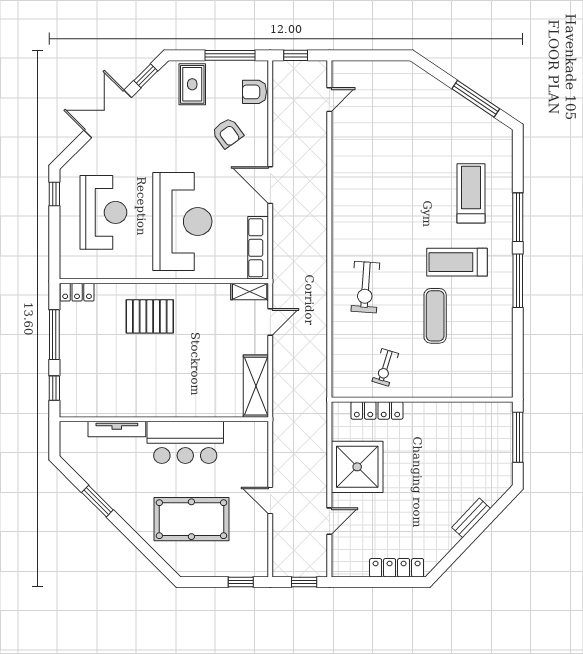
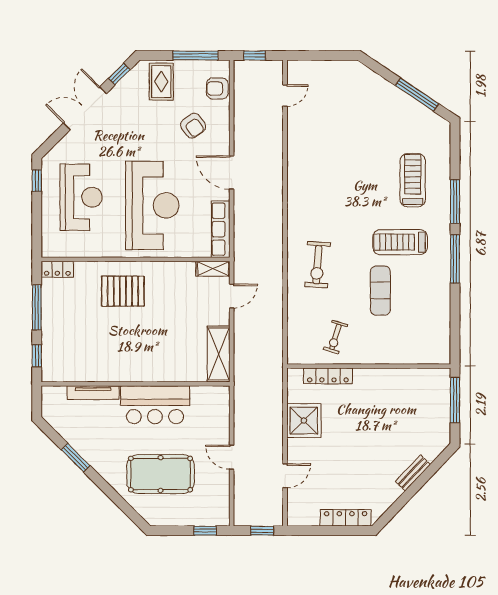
shower: (357, 467) -> (304, 421), width x0.73, depth x0.73

